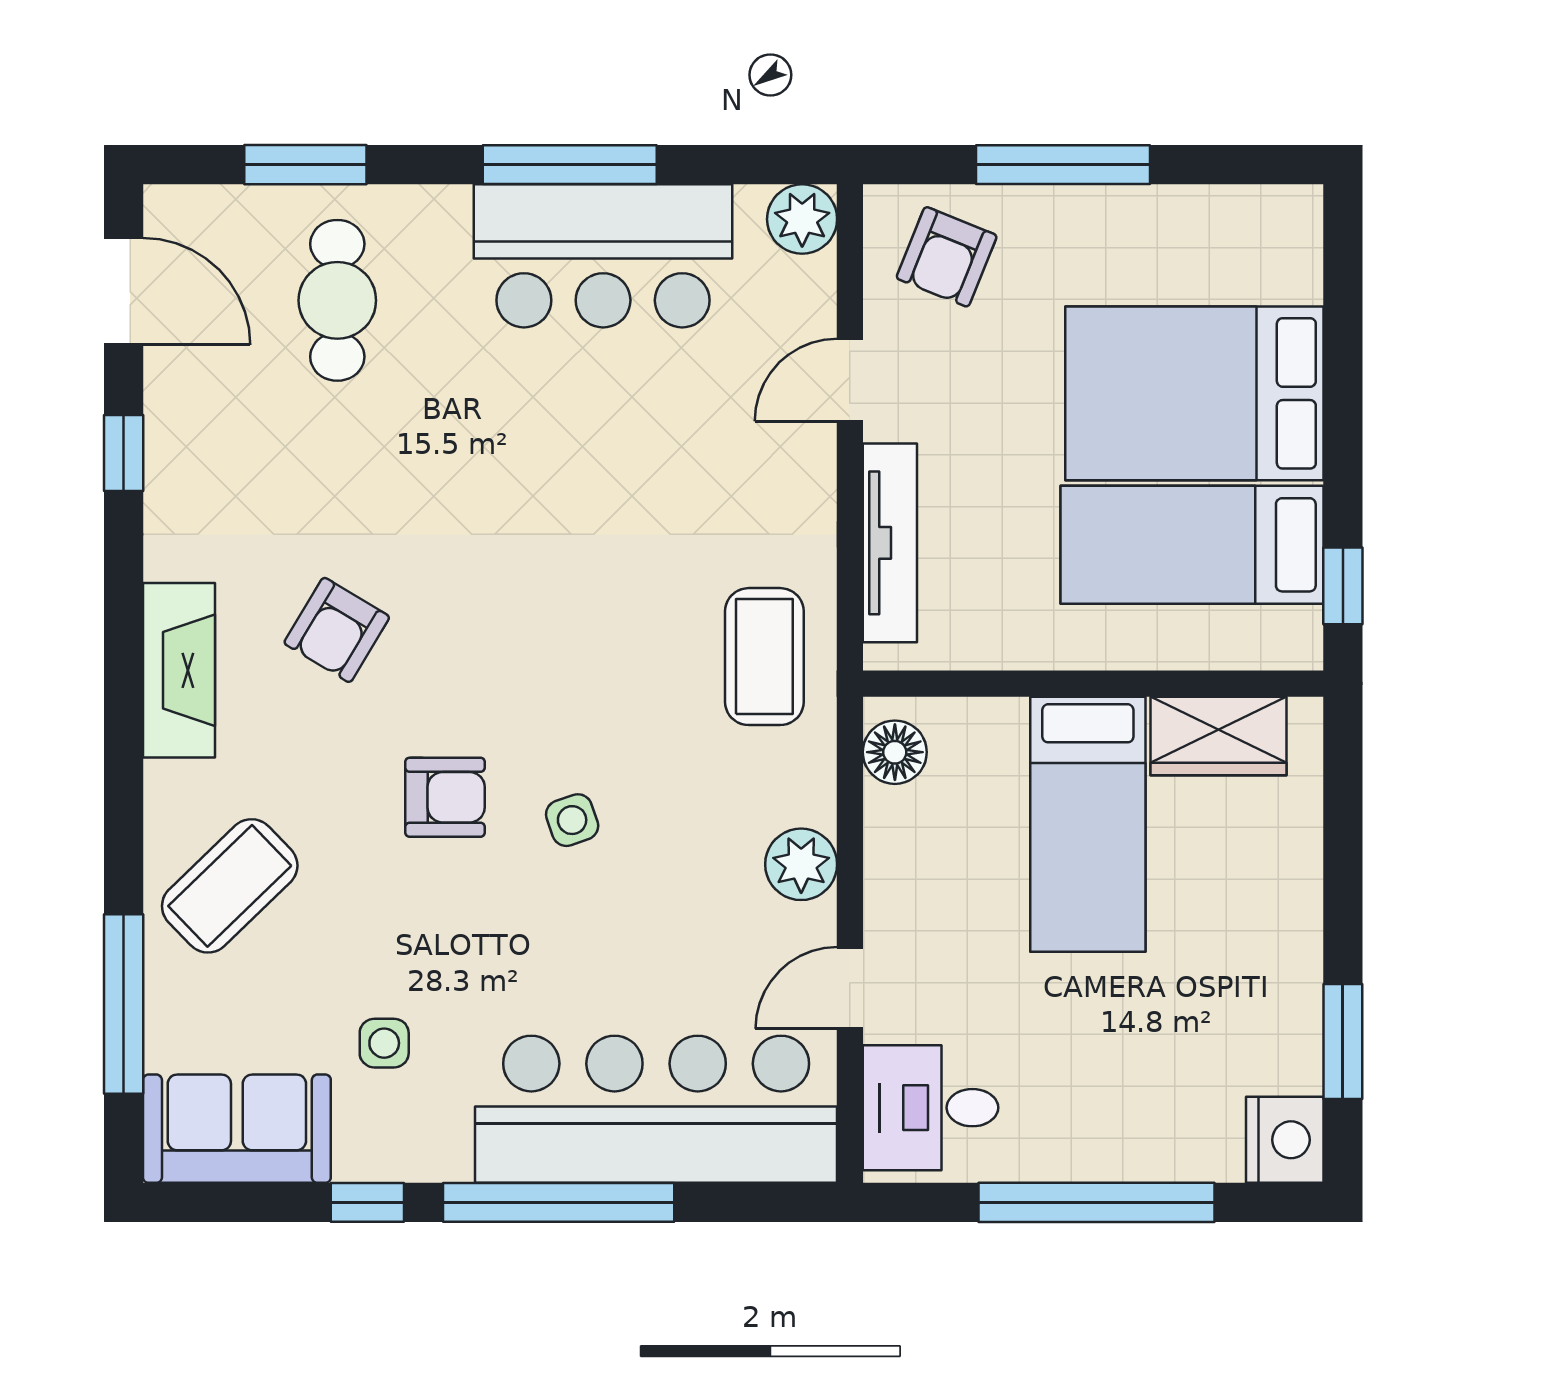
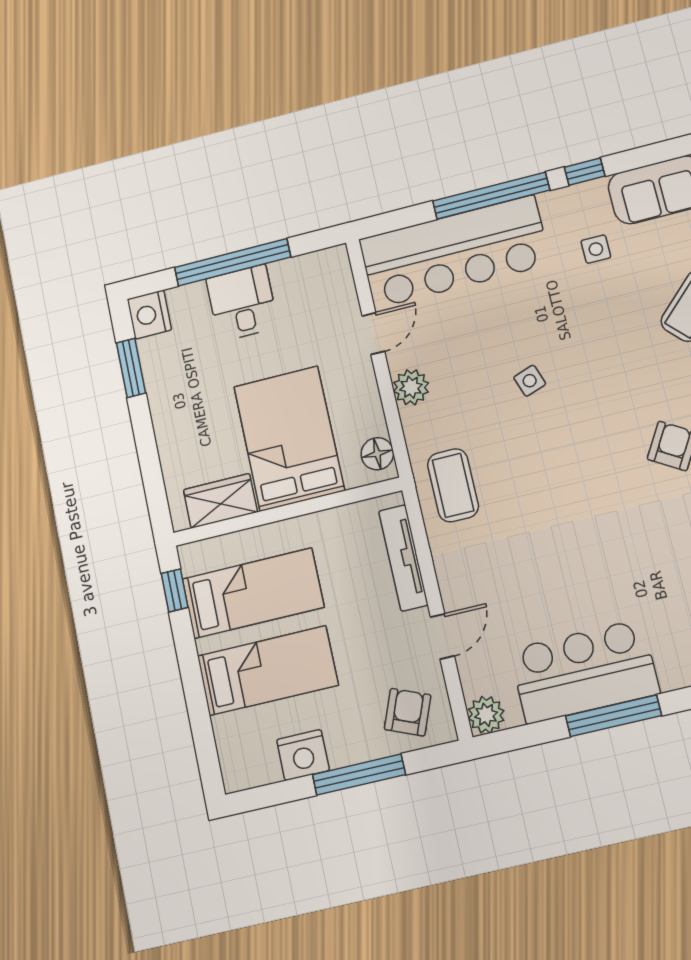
nightstand: (1160, 224) -> (303, 755), added
bed: (1194, 393) -> (268, 671), width x0.67
armchair: (445, 797) -> (596, 376), removed
bed: (1088, 824) -> (289, 438), width x1.50
desk: (931, 1108) -> (242, 303), moved, turned -90

